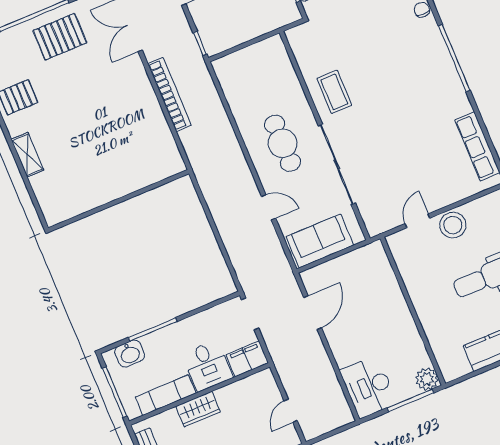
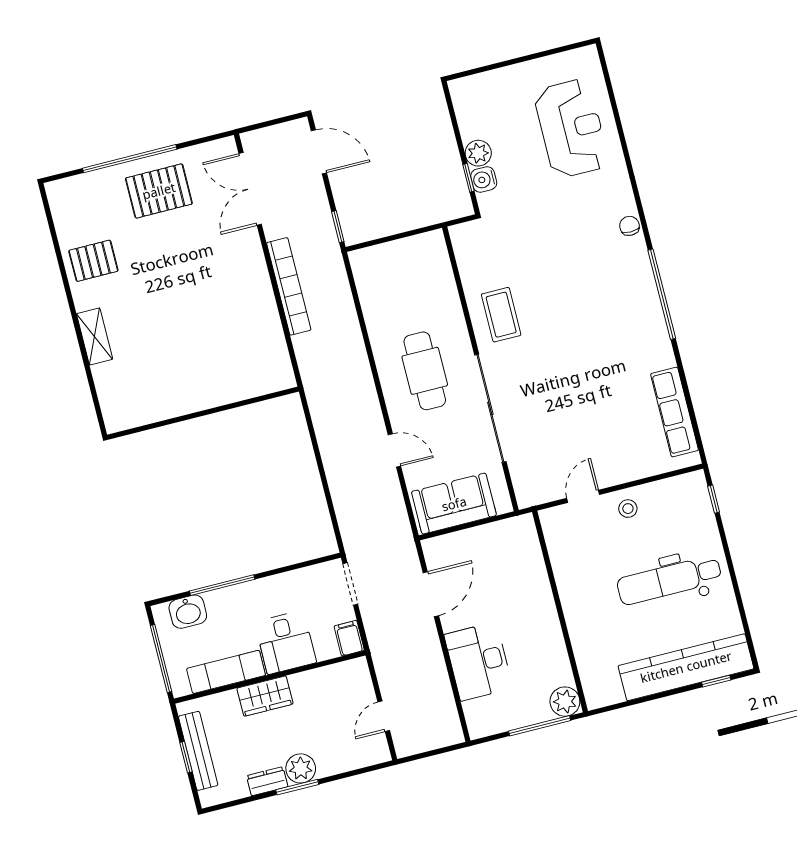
stool: (453, 225) -> (628, 509), width x0.53, depth x0.53
filing cabinet: (247, 359) -> (349, 638), width x0.50
desk: (368, 387) -> (479, 661), moved

